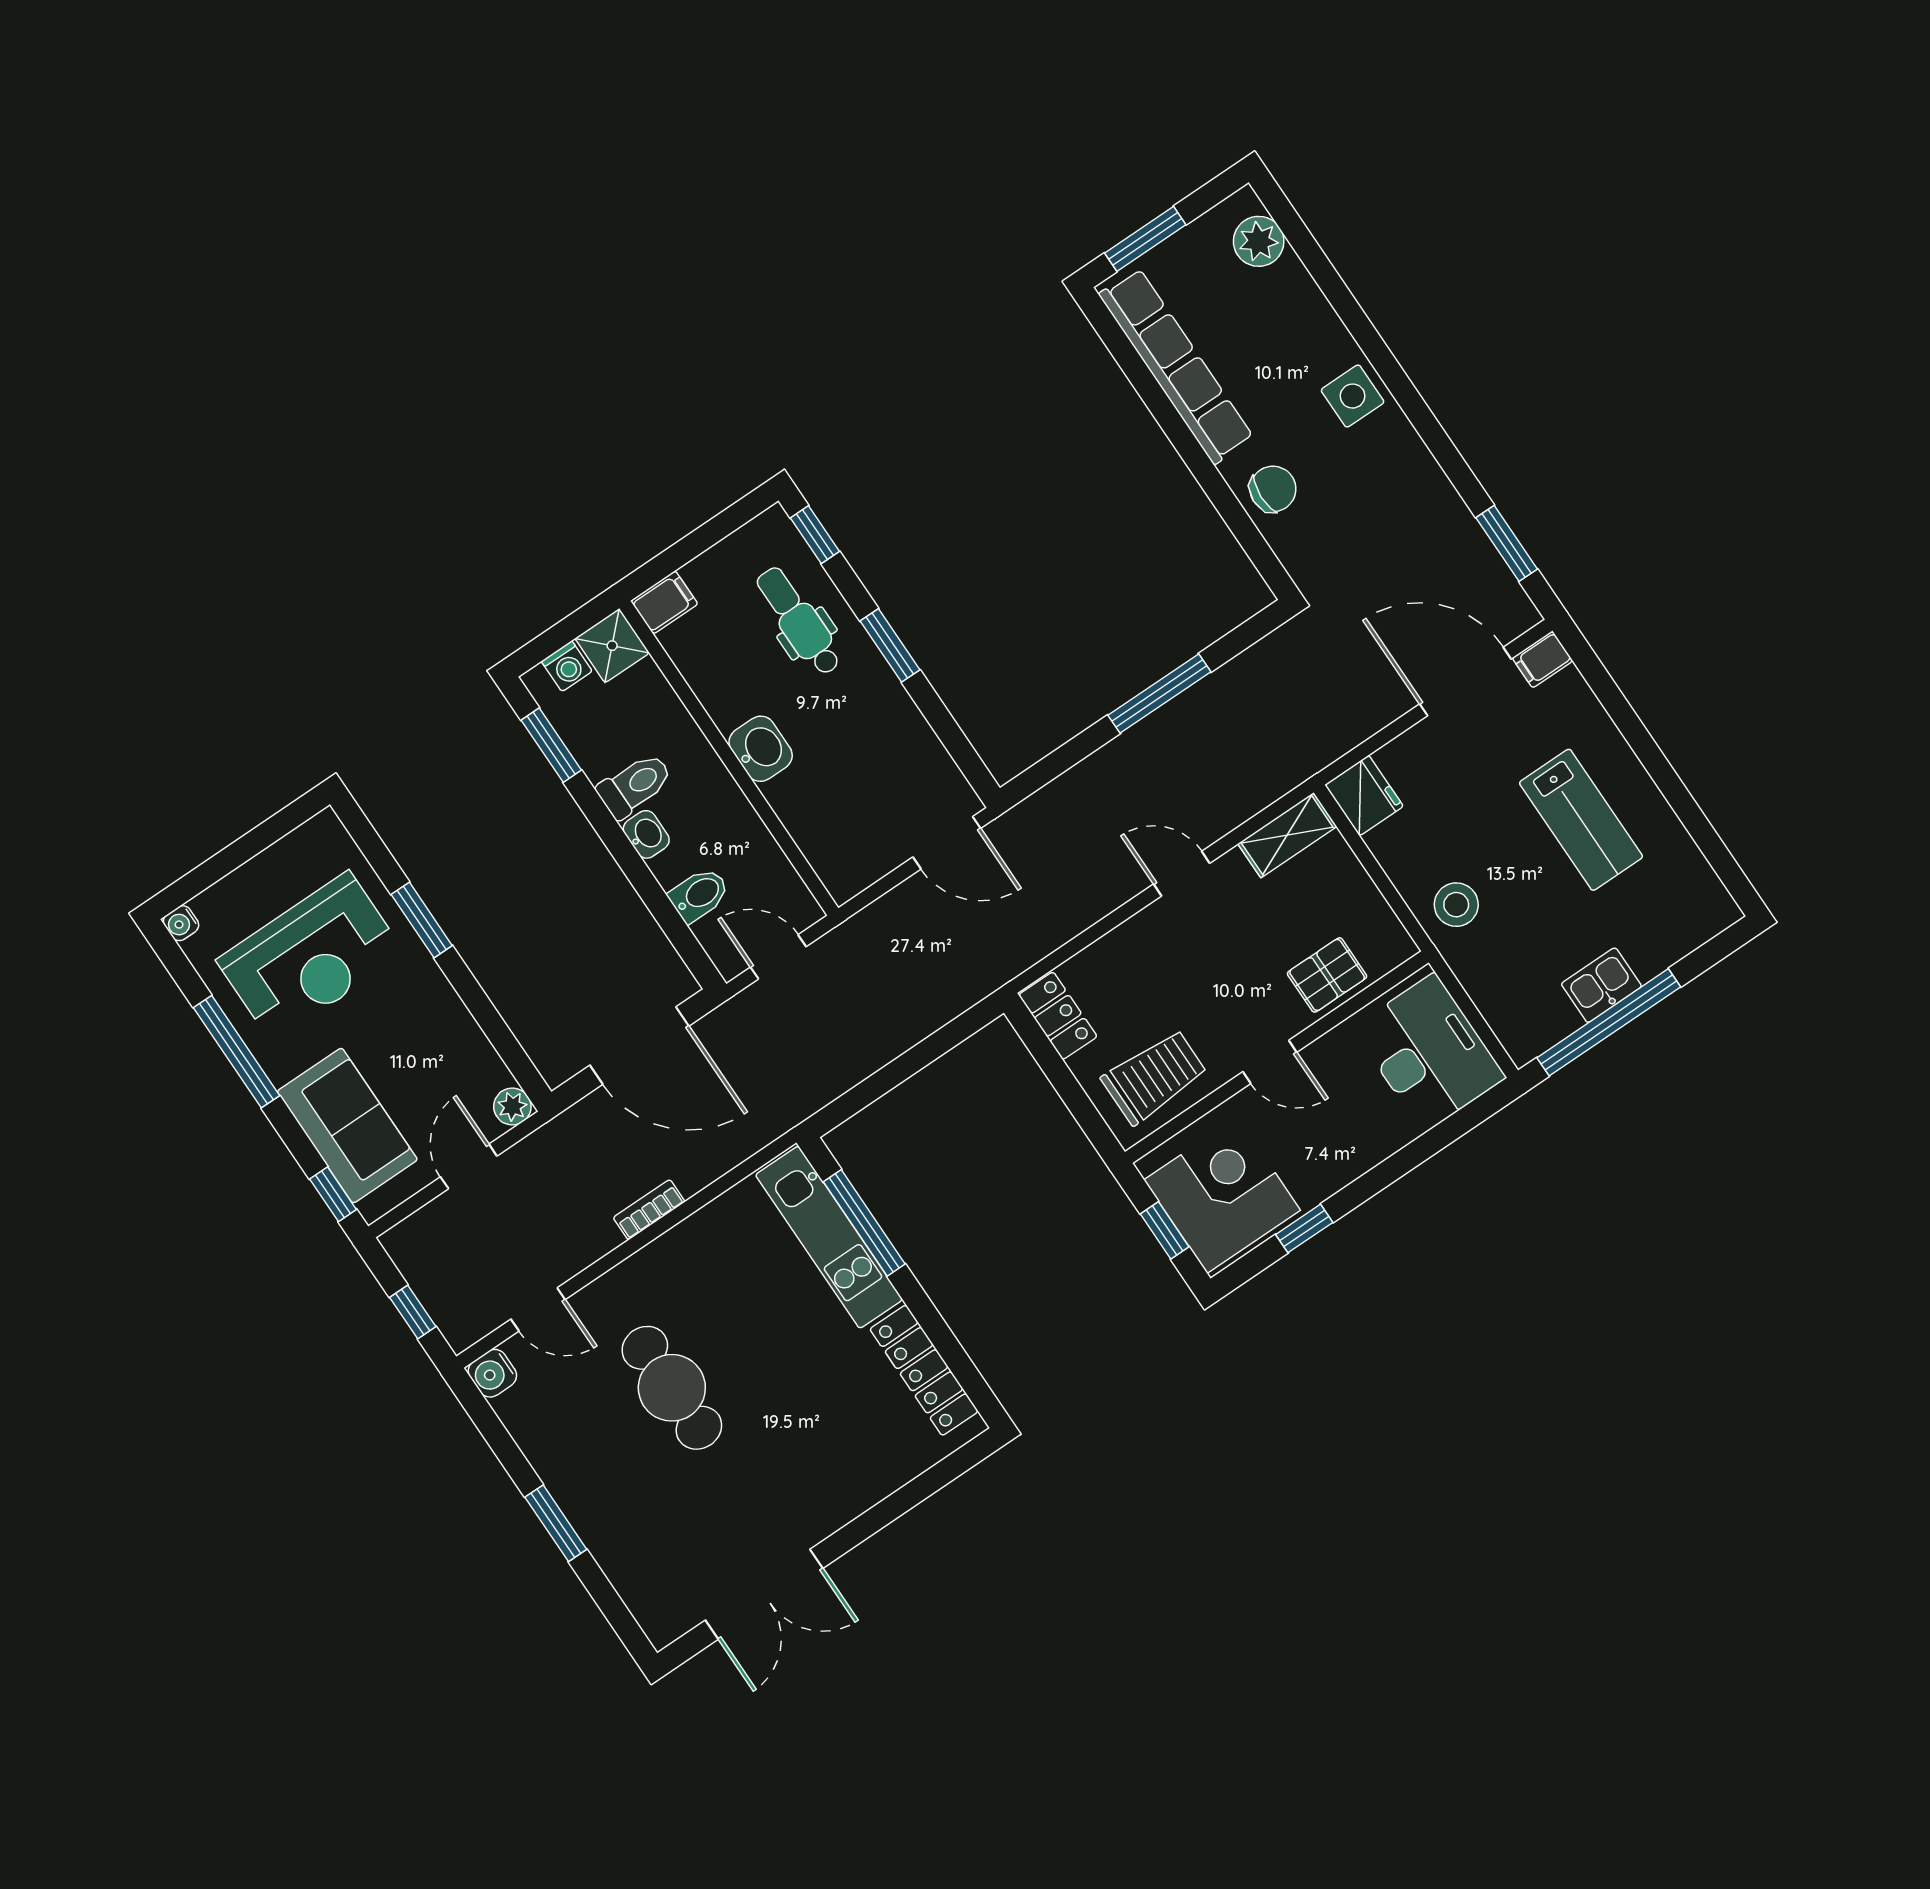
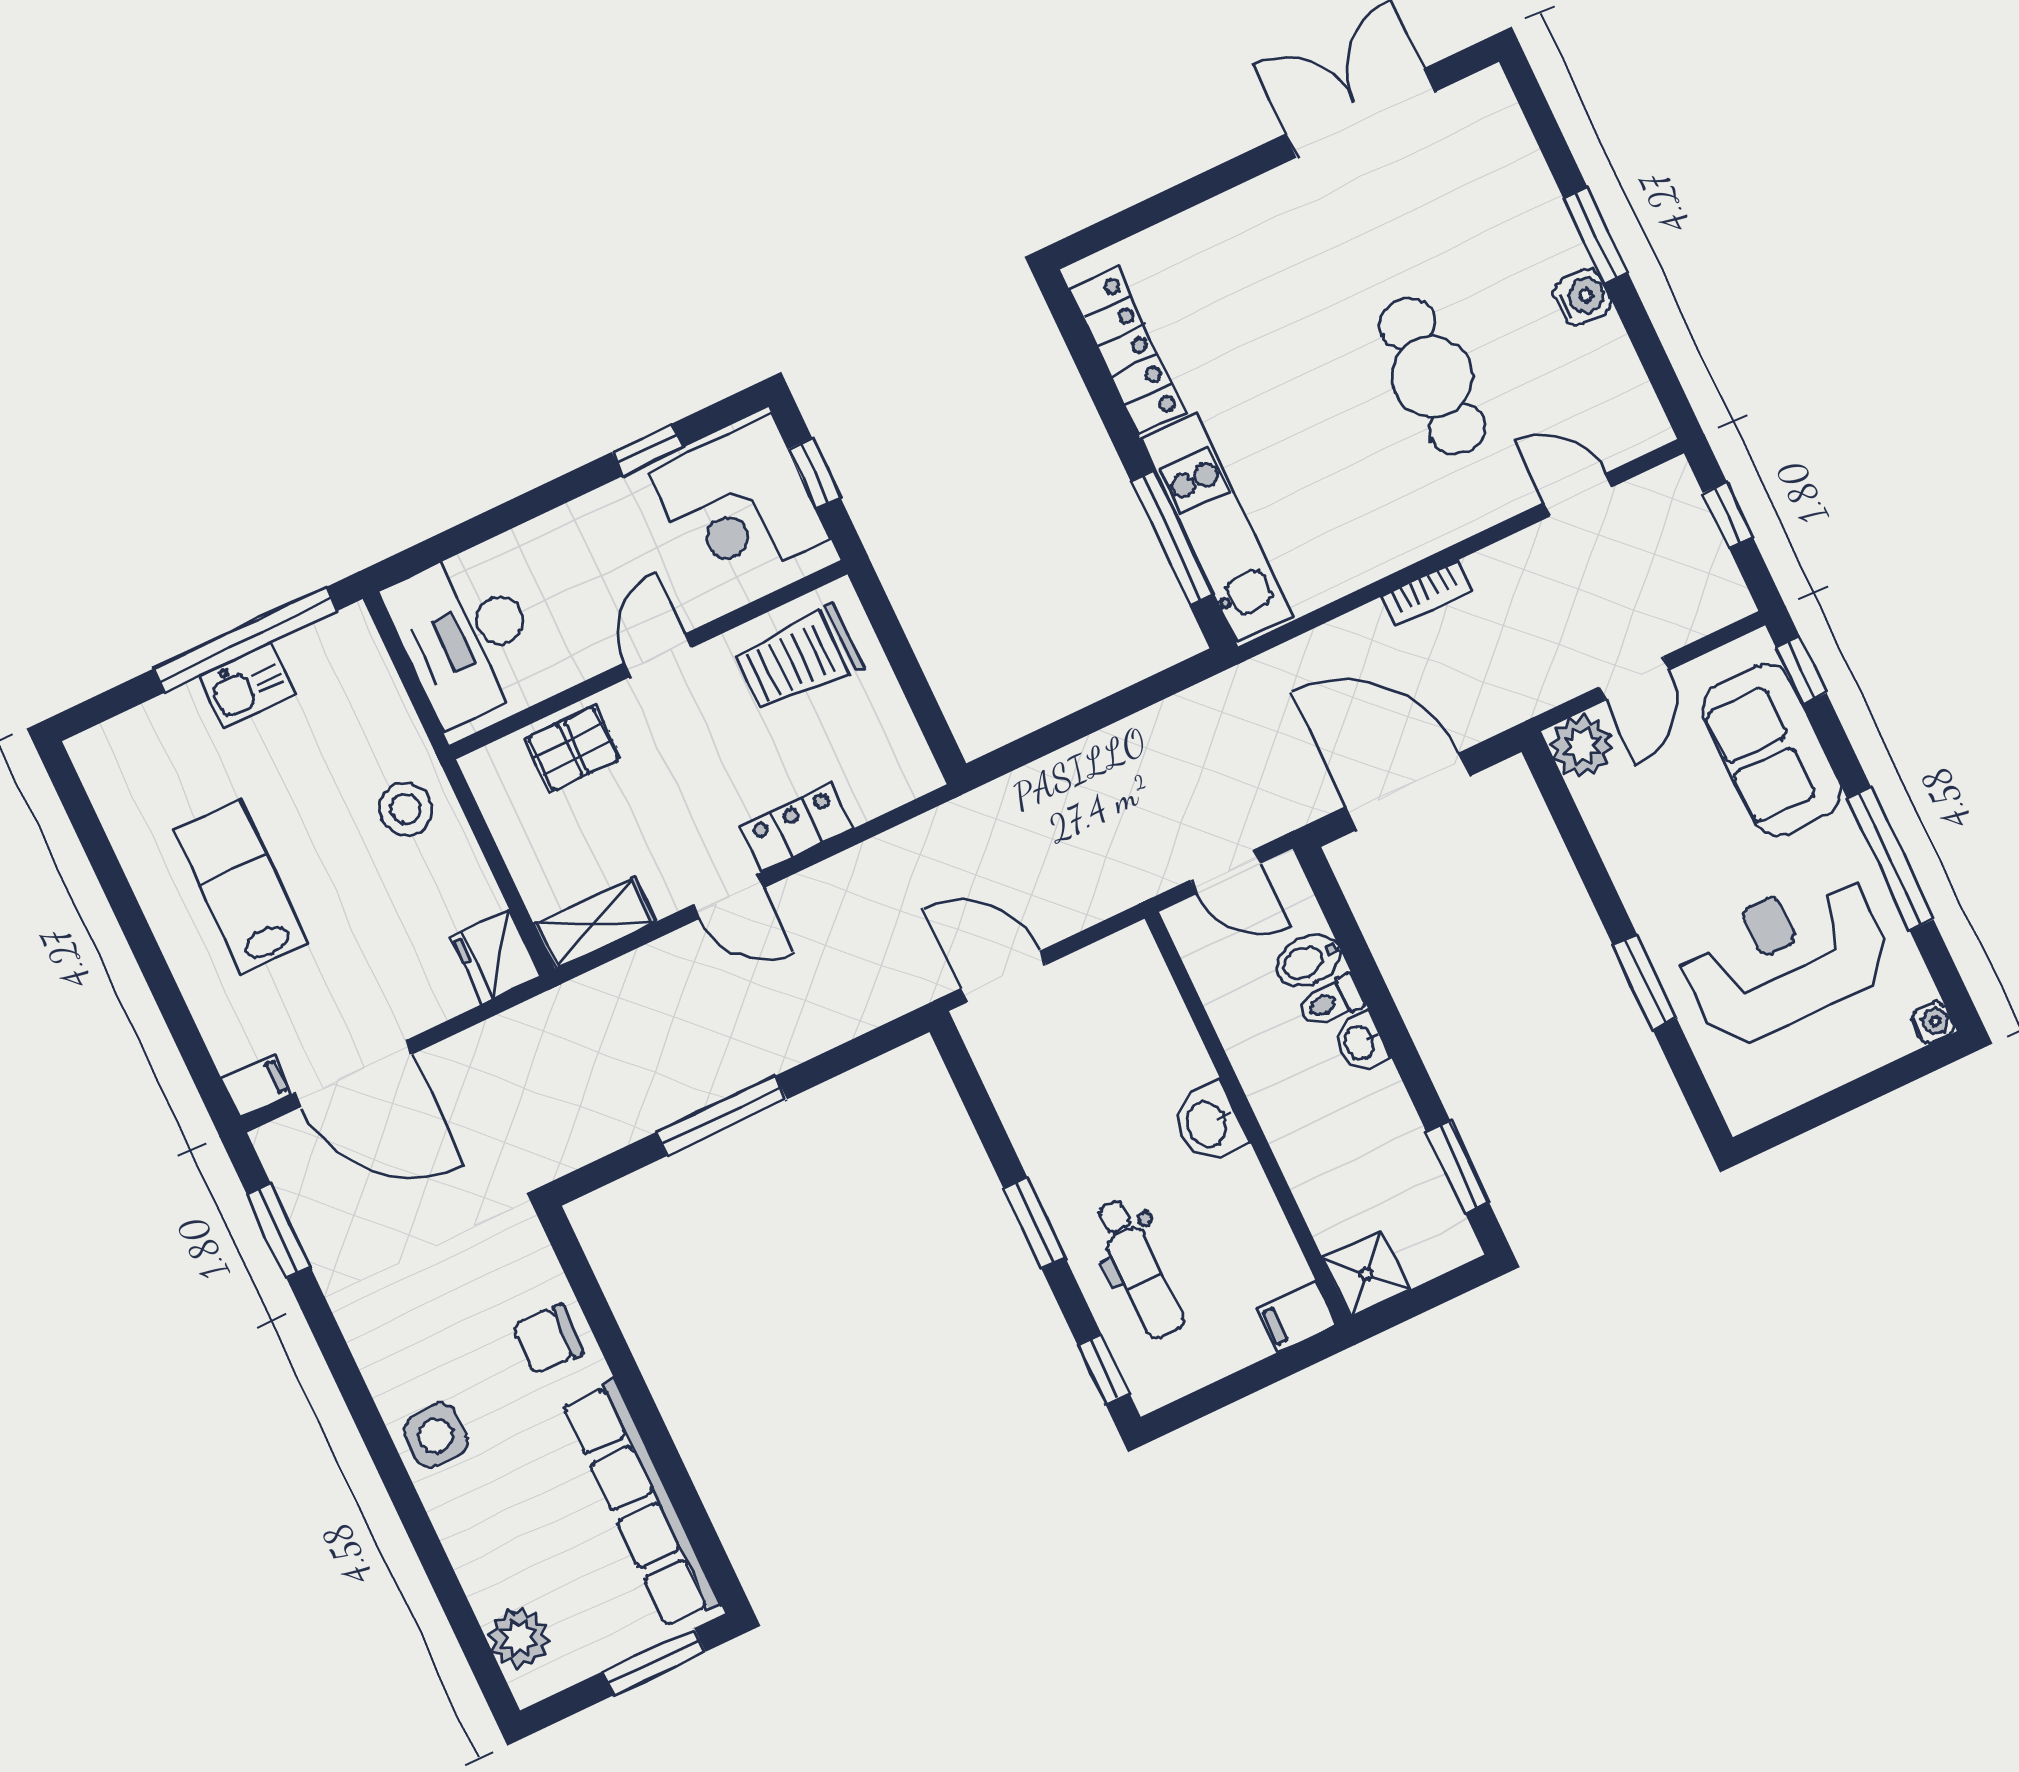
washing machine: (567, 666) -> (1424, 1258), removed
toilet: (635, 785) -> (1330, 1002), moved, width x0.73, depth x0.72
locker: (1058, 1016) -> (797, 827), moved, turned 90
door: (1270, 1062) -> (658, 655), hinge flipped
plant: (512, 1107) -> (1582, 746), width x1.38, depth x1.38
water cooler: (492, 1373) -> (1582, 297), moved

